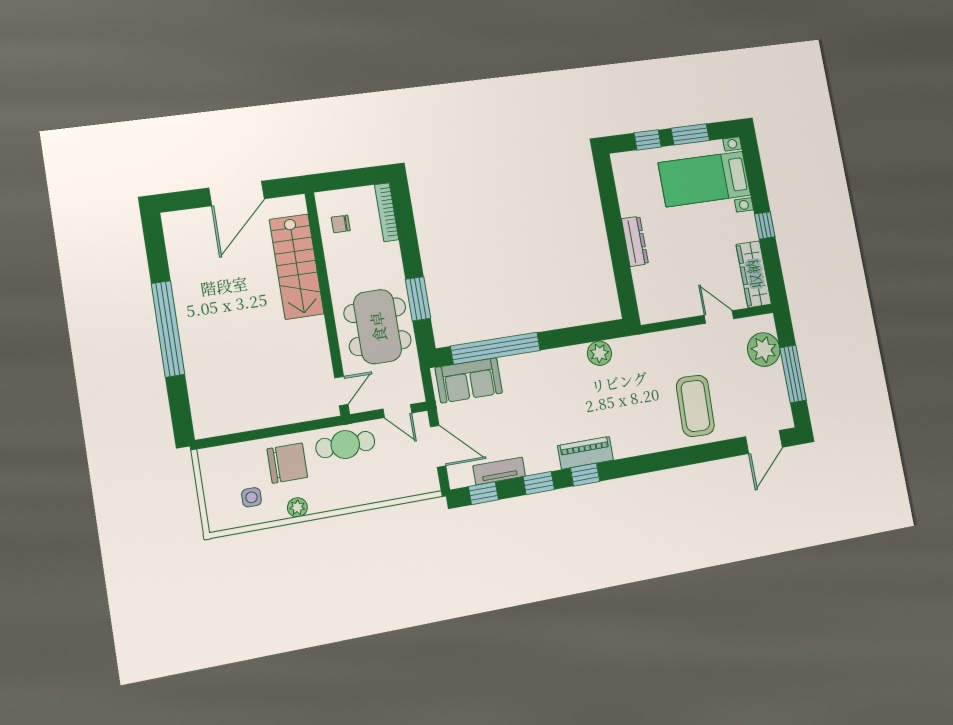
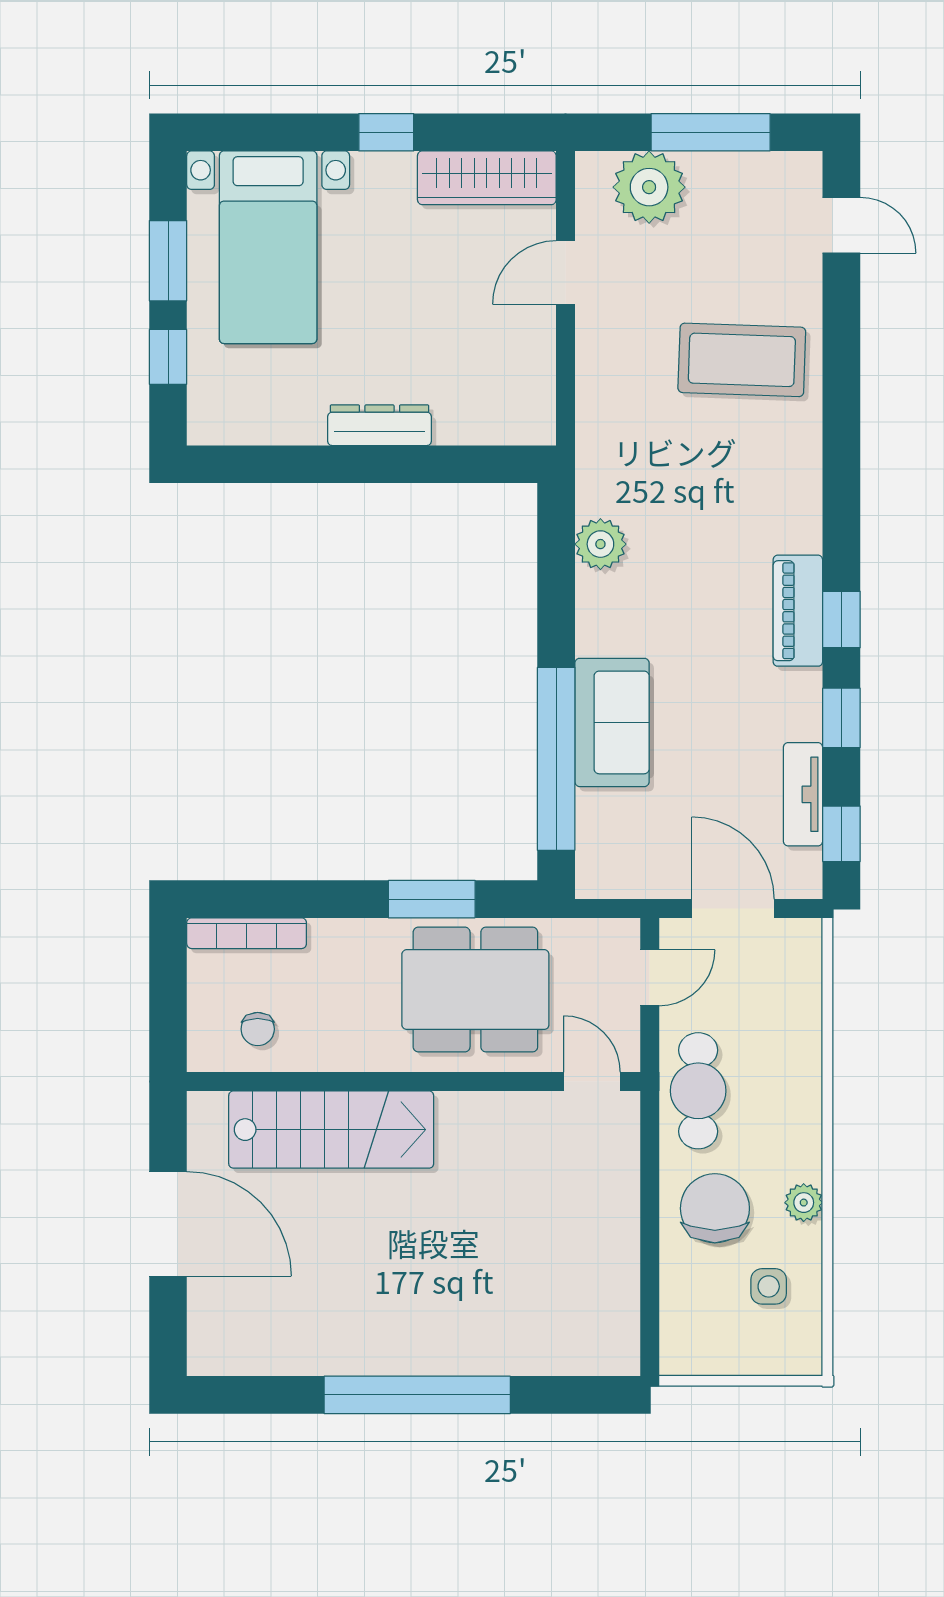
sofa: (469, 380) -> (612, 722), moved
door: (764, 442) -> (841, 225), width x0.73
door: (438, 446) -> (733, 909), hinge flipped

